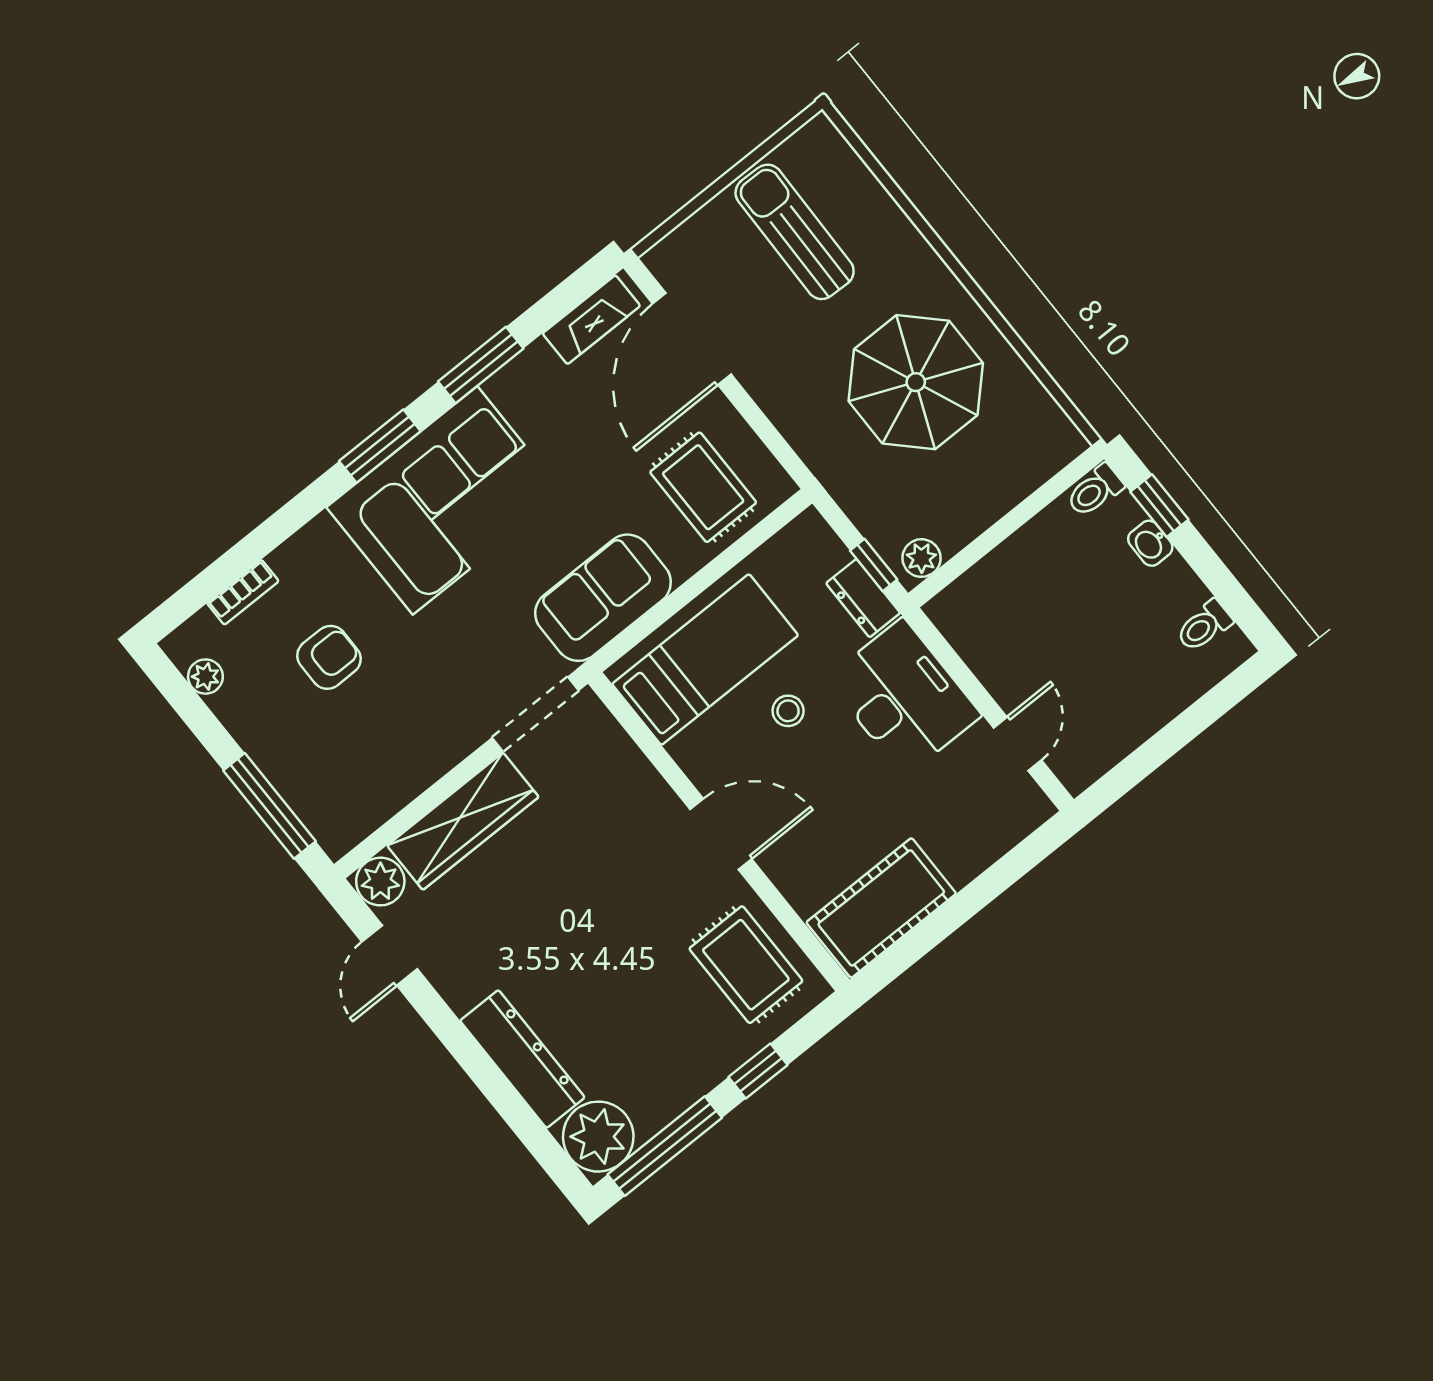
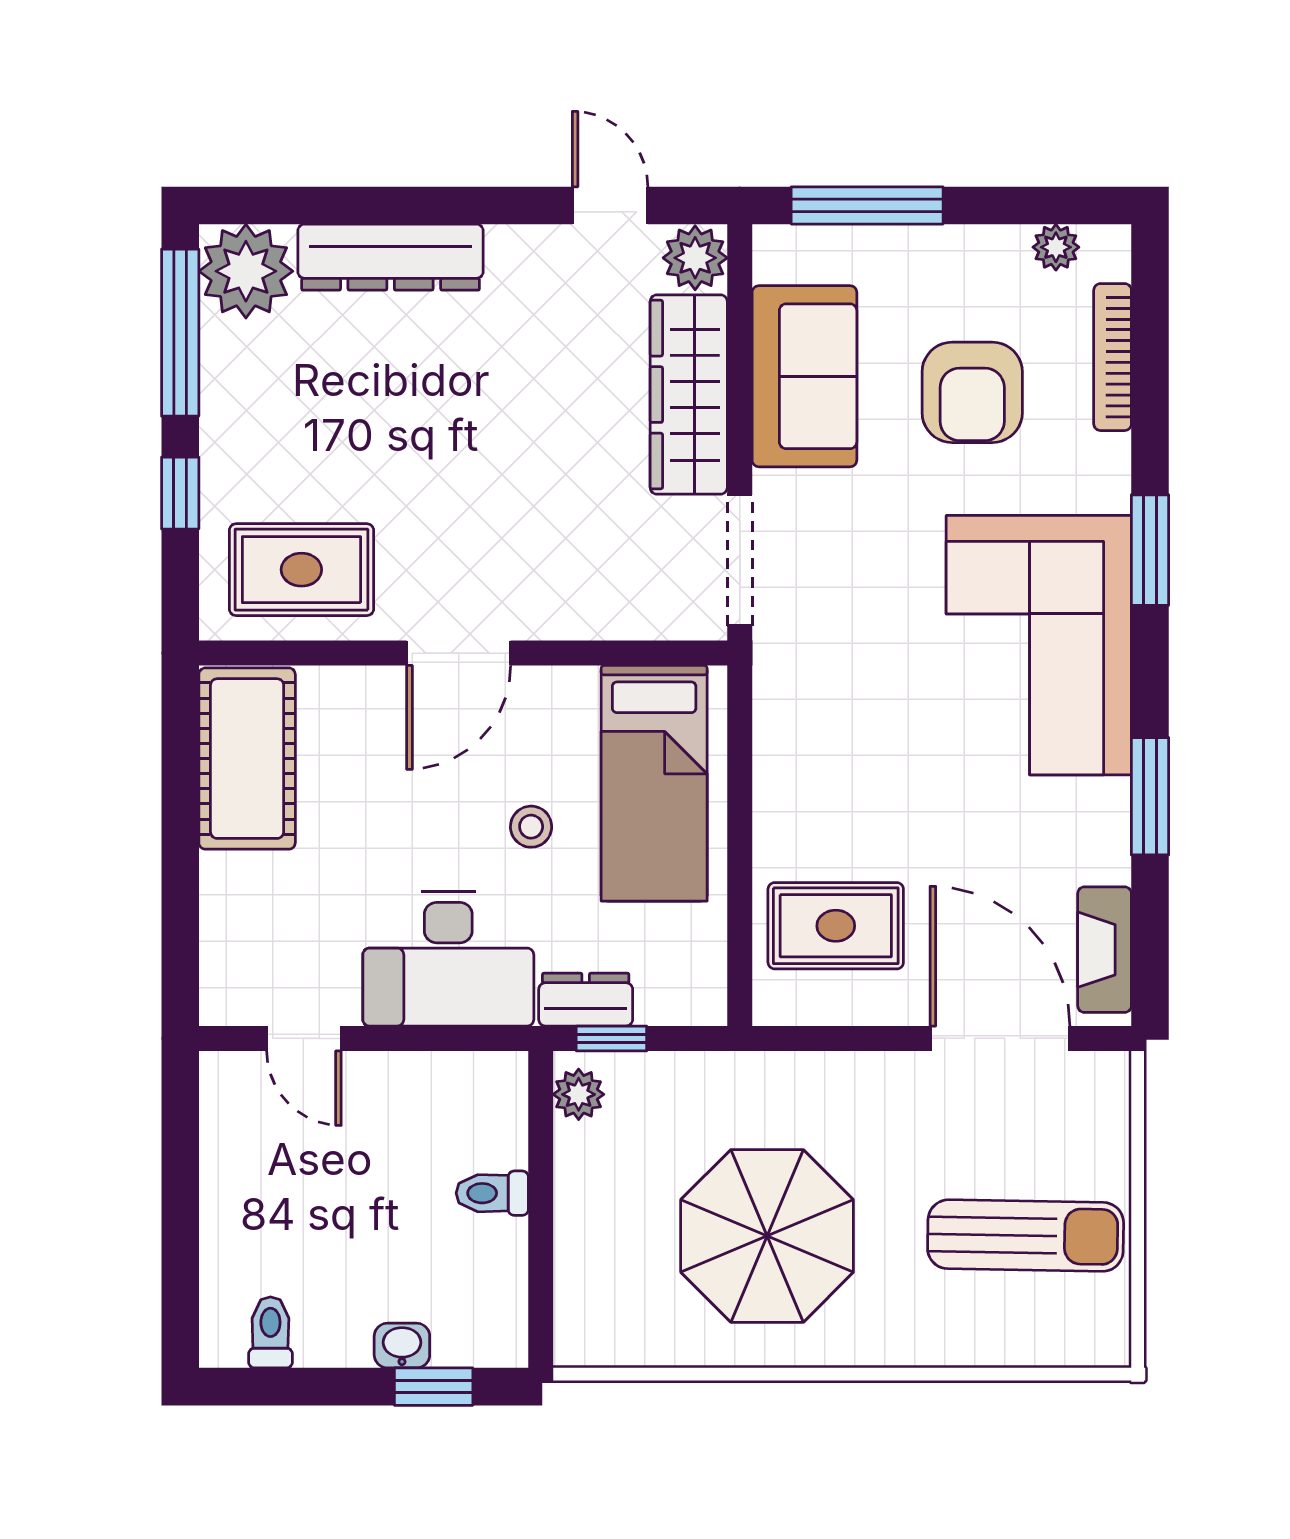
window: (380, 446) -> (1150, 550), moved
toilet: (1095, 491) -> (492, 1193), moved, turned -90
bookcase: (243, 592) -> (1113, 357), width x1.56
sofa: (603, 598) -> (804, 376), moved
armchair: (329, 657) -> (972, 392), width x1.38, depth x1.38

